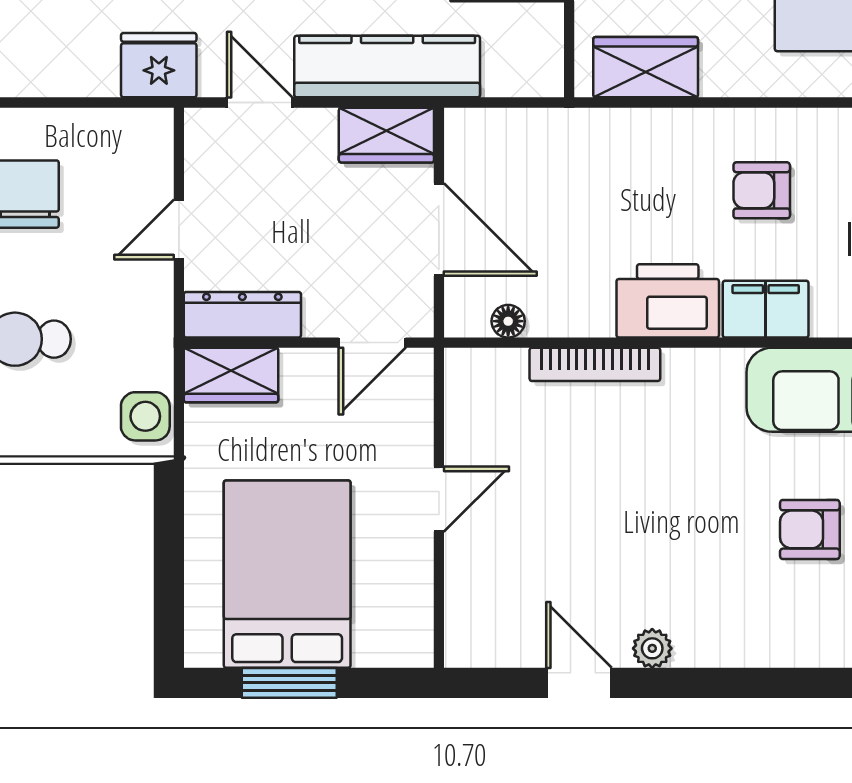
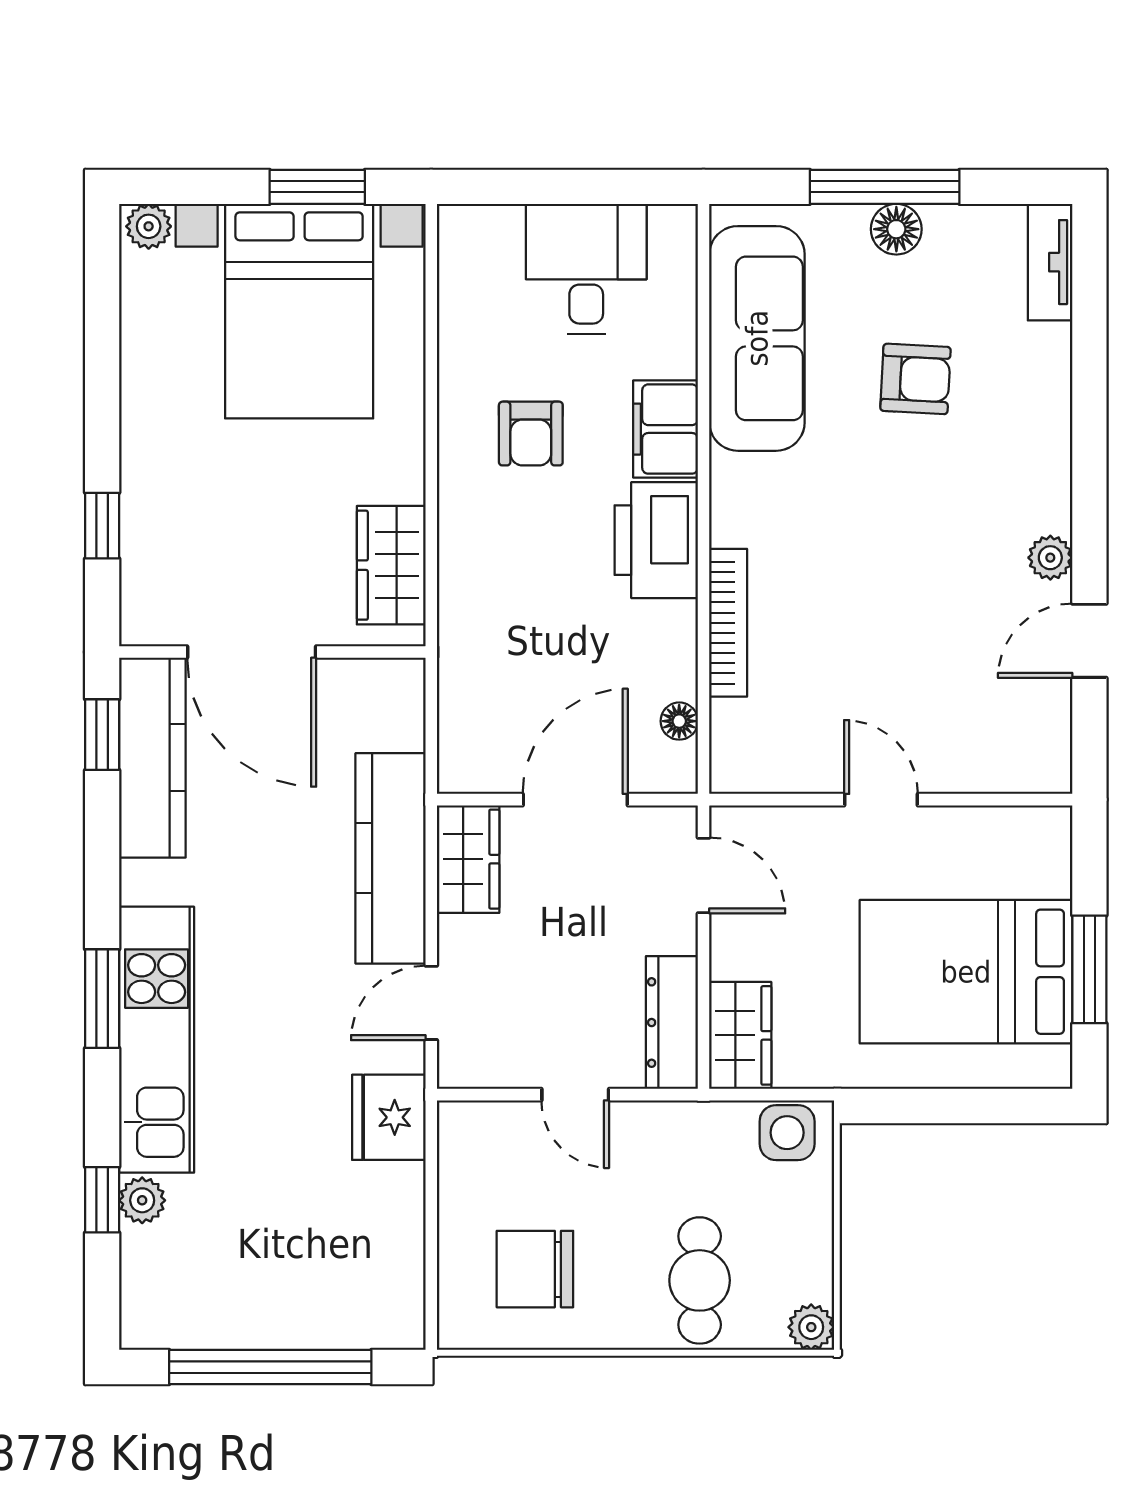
armchair: (810, 529) -> (915, 379), turned -87

